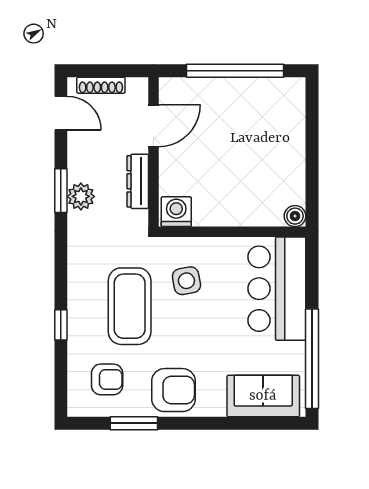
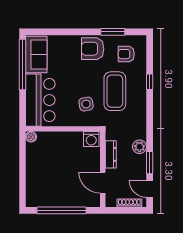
door: (153, 126) -> (103, 183), hinge flipped
window: (61, 191) -> (150, 163), moved
sofa: (263, 396) -> (36, 54), moved, turned -90

